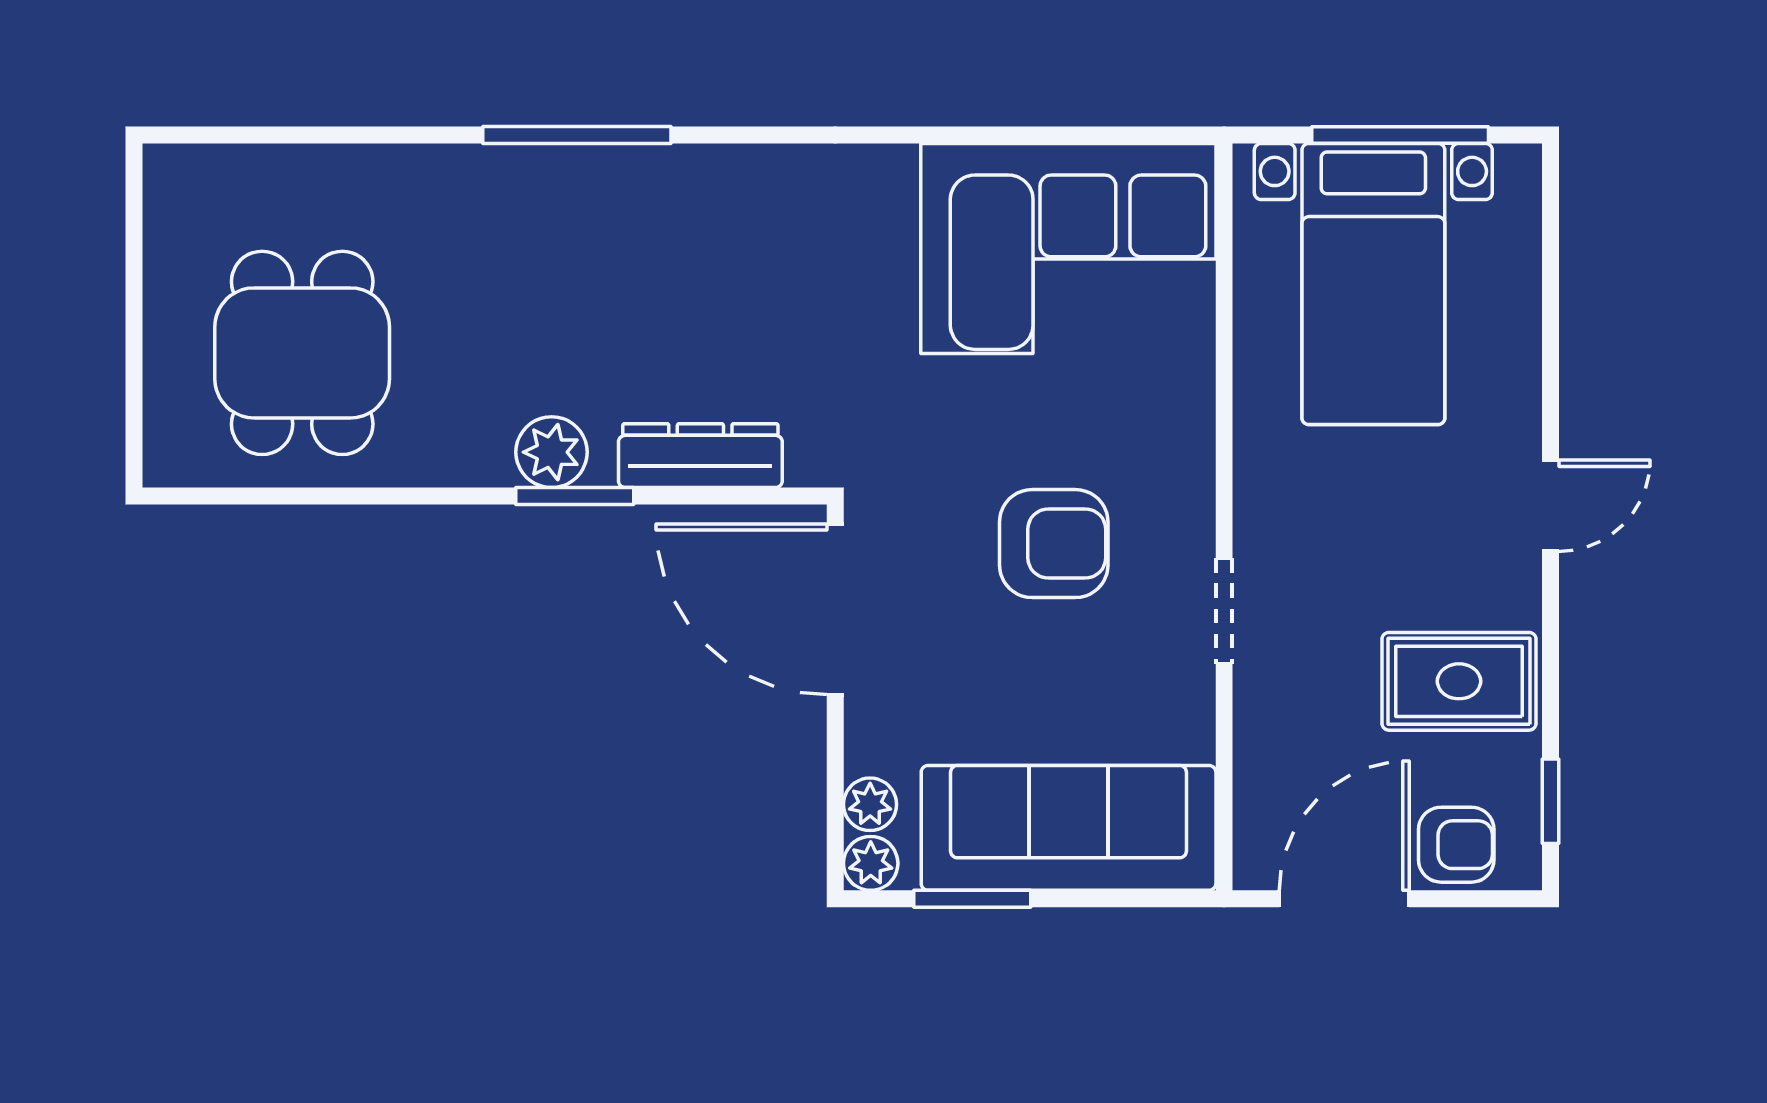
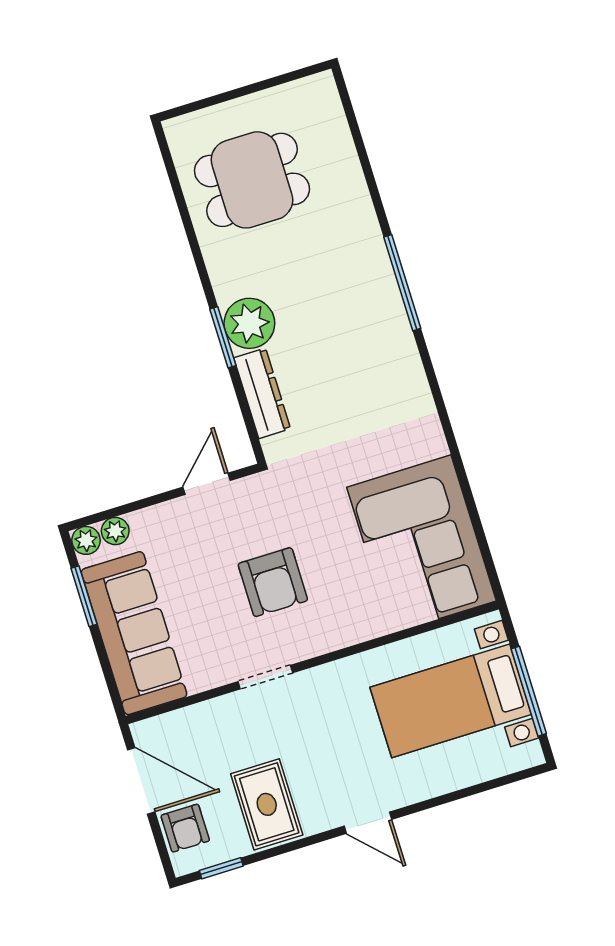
plant: (552, 452) -> (249, 323), width x1.36, depth x1.36
door: (835, 609) -> (207, 484), width x0.53

